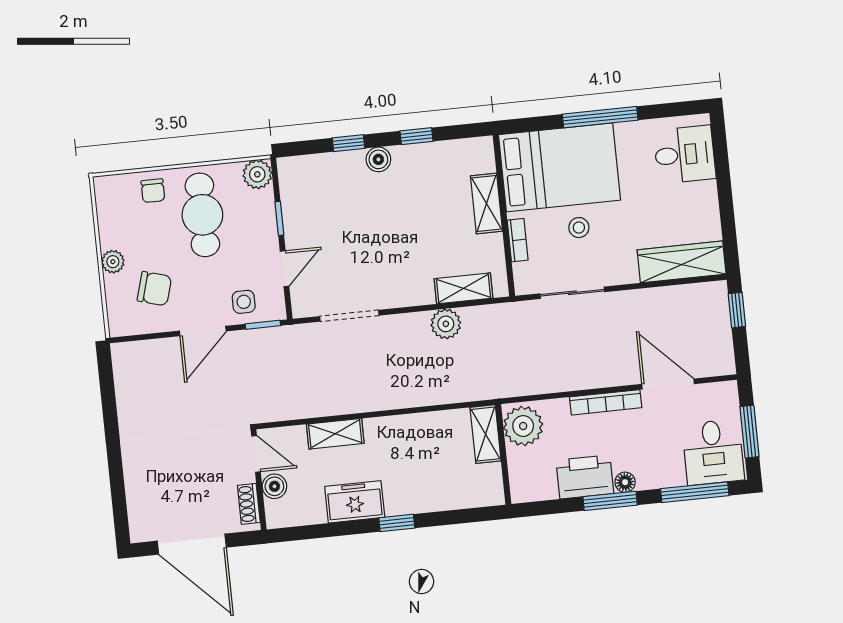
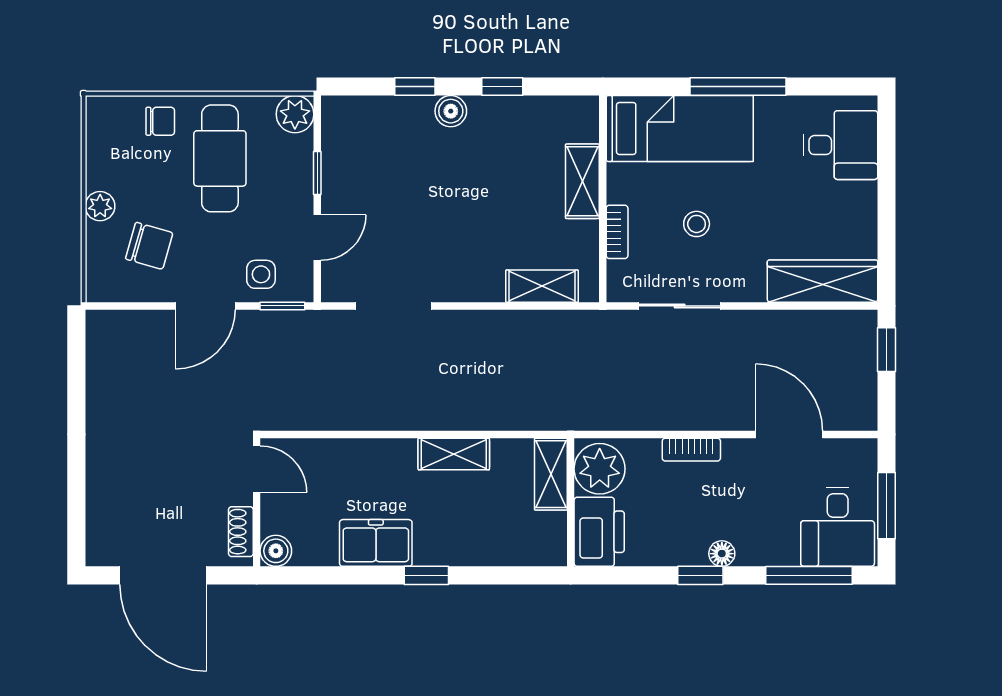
bed: (559, 167) -> (680, 128), width x0.67
chair: (153, 191) -> (160, 121), turned -90
plant: (446, 324) -> (515, 329), removed
bookcase: (606, 402) -> (691, 450), width x0.64
shelving: (335, 434) -> (454, 454), moved
printer: (585, 477) -> (599, 532), moved, turned 90
boiler: (274, 486) -> (276, 551), moved
window: (610, 501) -> (700, 575), width x0.67

